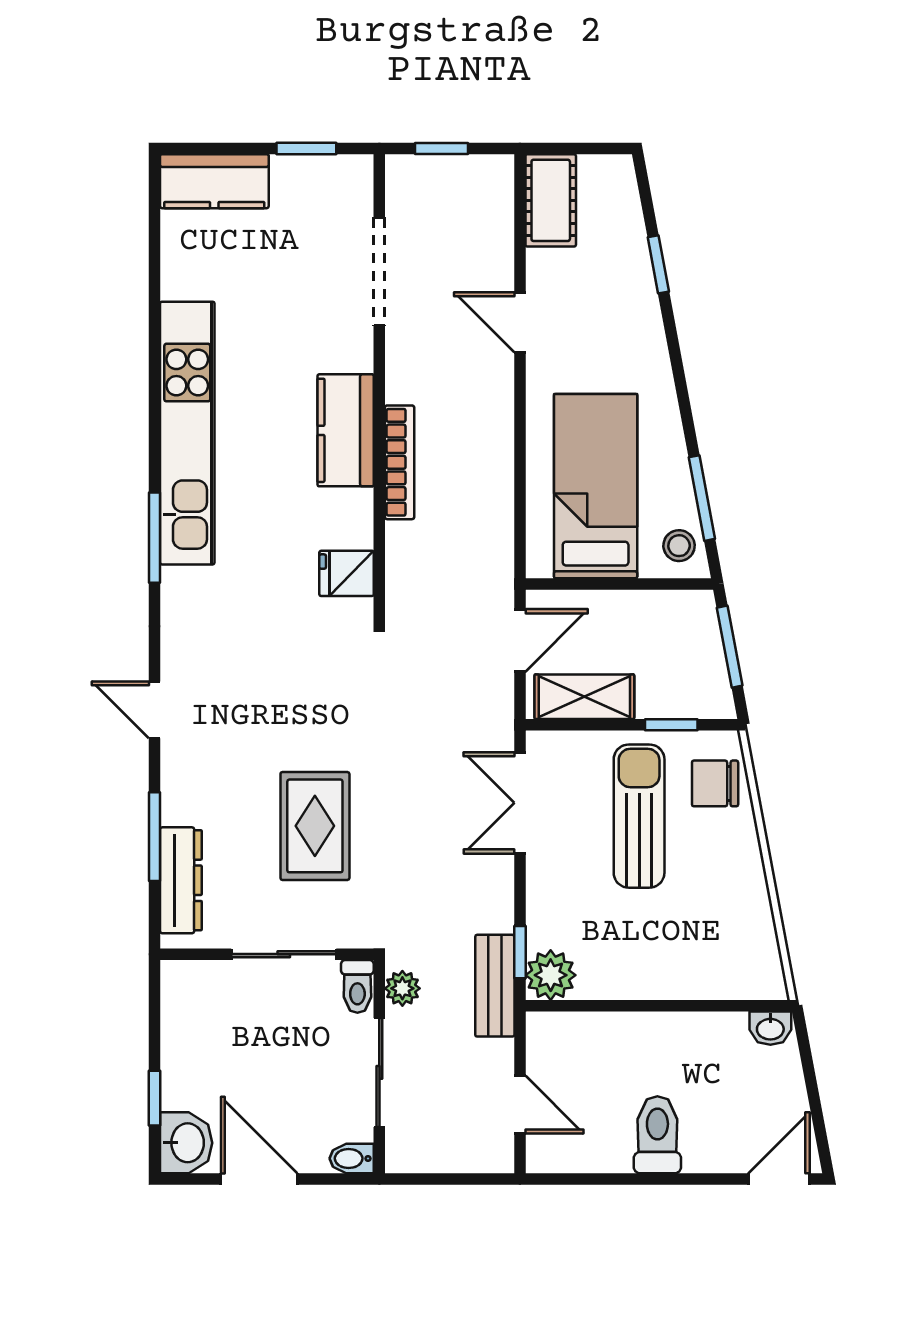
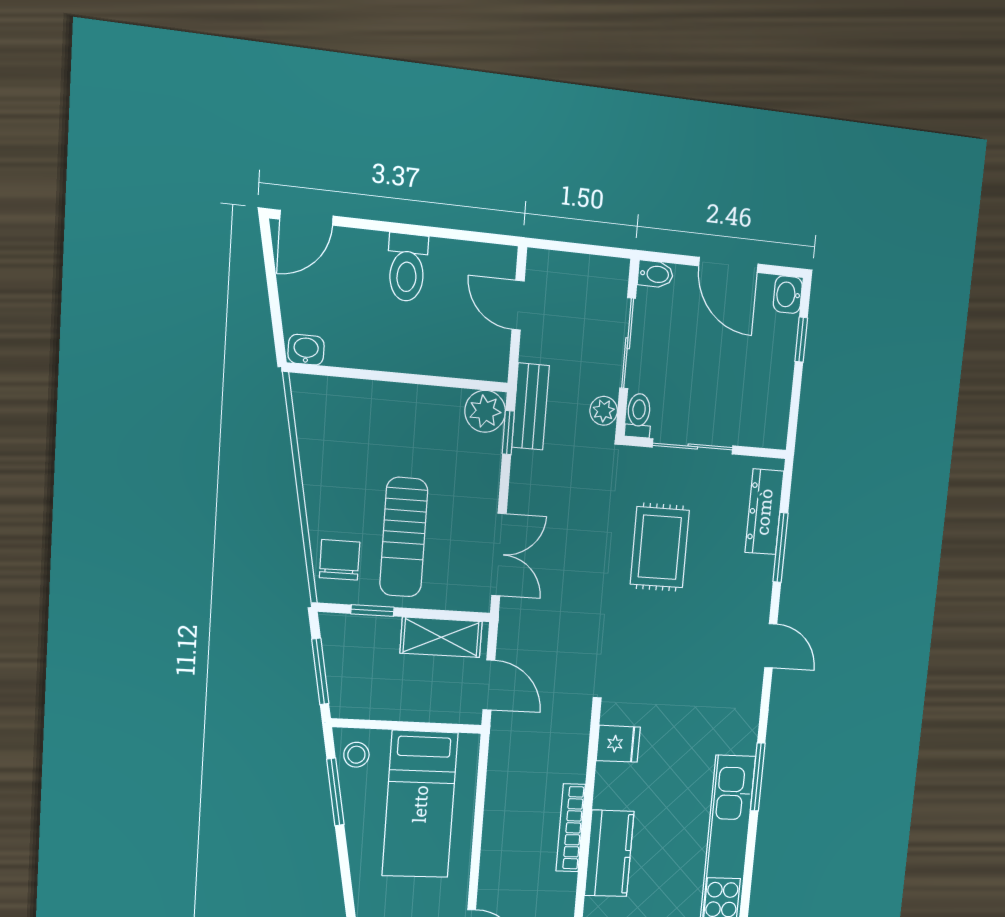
door: (520, 640) -> (489, 685), swing flipped
chair: (715, 783) -> (340, 560), turned -90
washbasin: (186, 1143) -> (788, 295), width x0.72, depth x0.69

